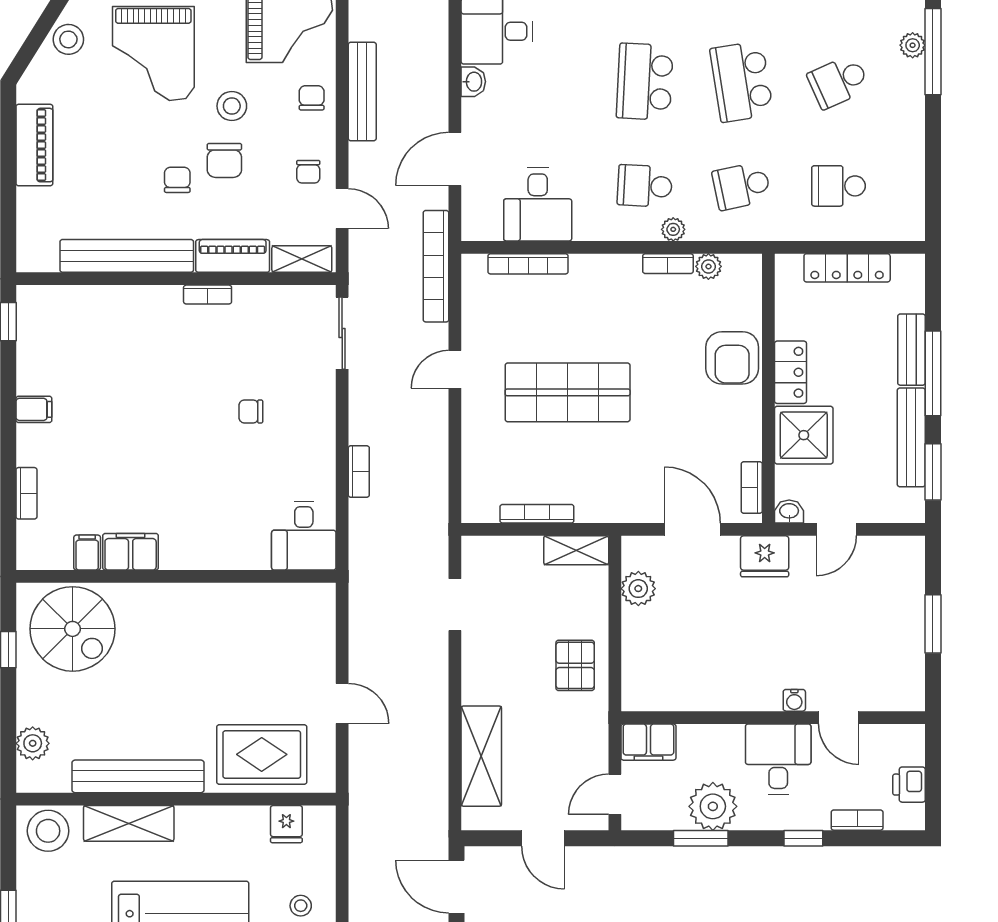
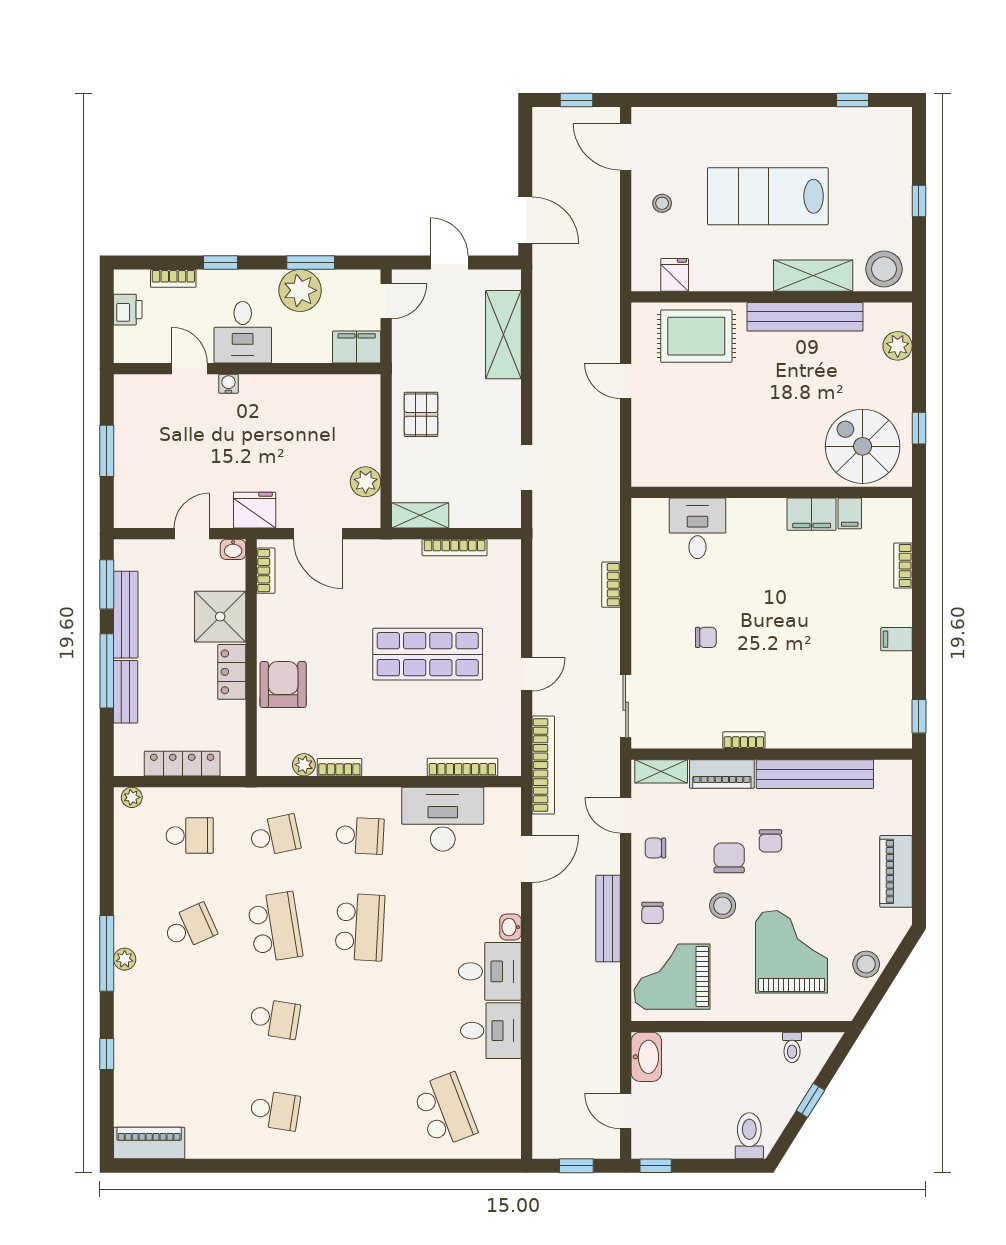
chair: (308, 172) -> (655, 848), turned -90
desk: (538, 205) -> (443, 819), width x1.37
plant: (673, 229) -> (132, 797), moved
desk: (304, 536) -> (697, 528), moved

